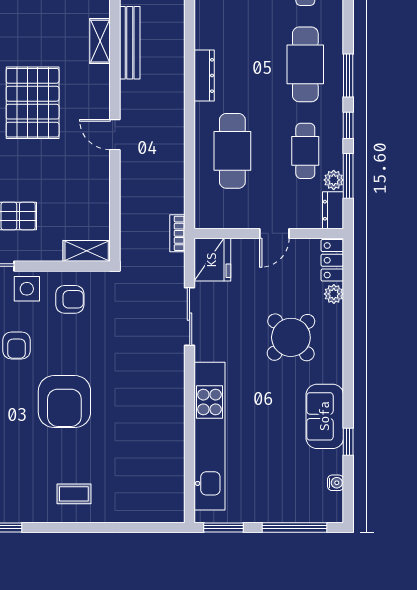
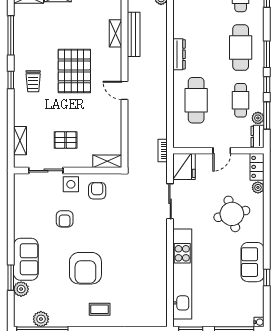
armchair: (70, 299) -> (97, 191), turned -90
round table: (291, 337) -> (232, 214), turned 30
armchair: (64, 402) -> (85, 268), moved
water cooler: (336, 483) -> (259, 322), moved

